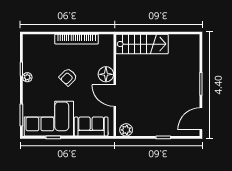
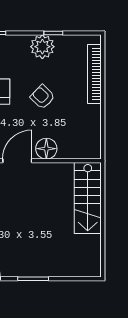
bookcase: (77, 39) -> (94, 74), moved
plant: (27, 77) -> (42, 47), width x1.88, depth x1.88

